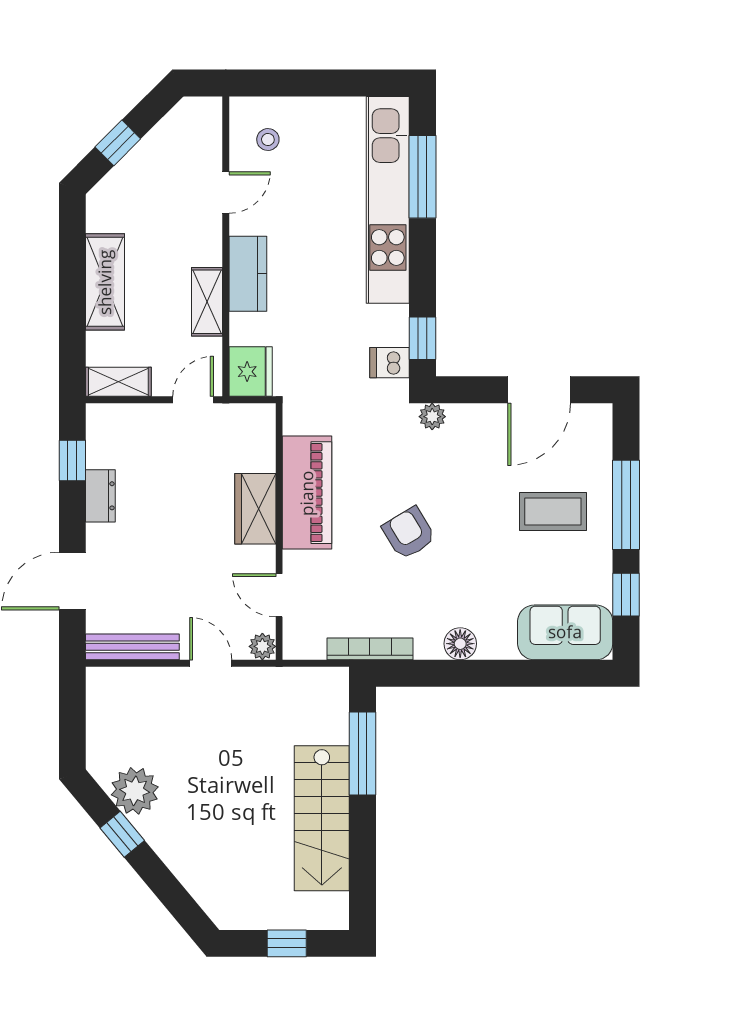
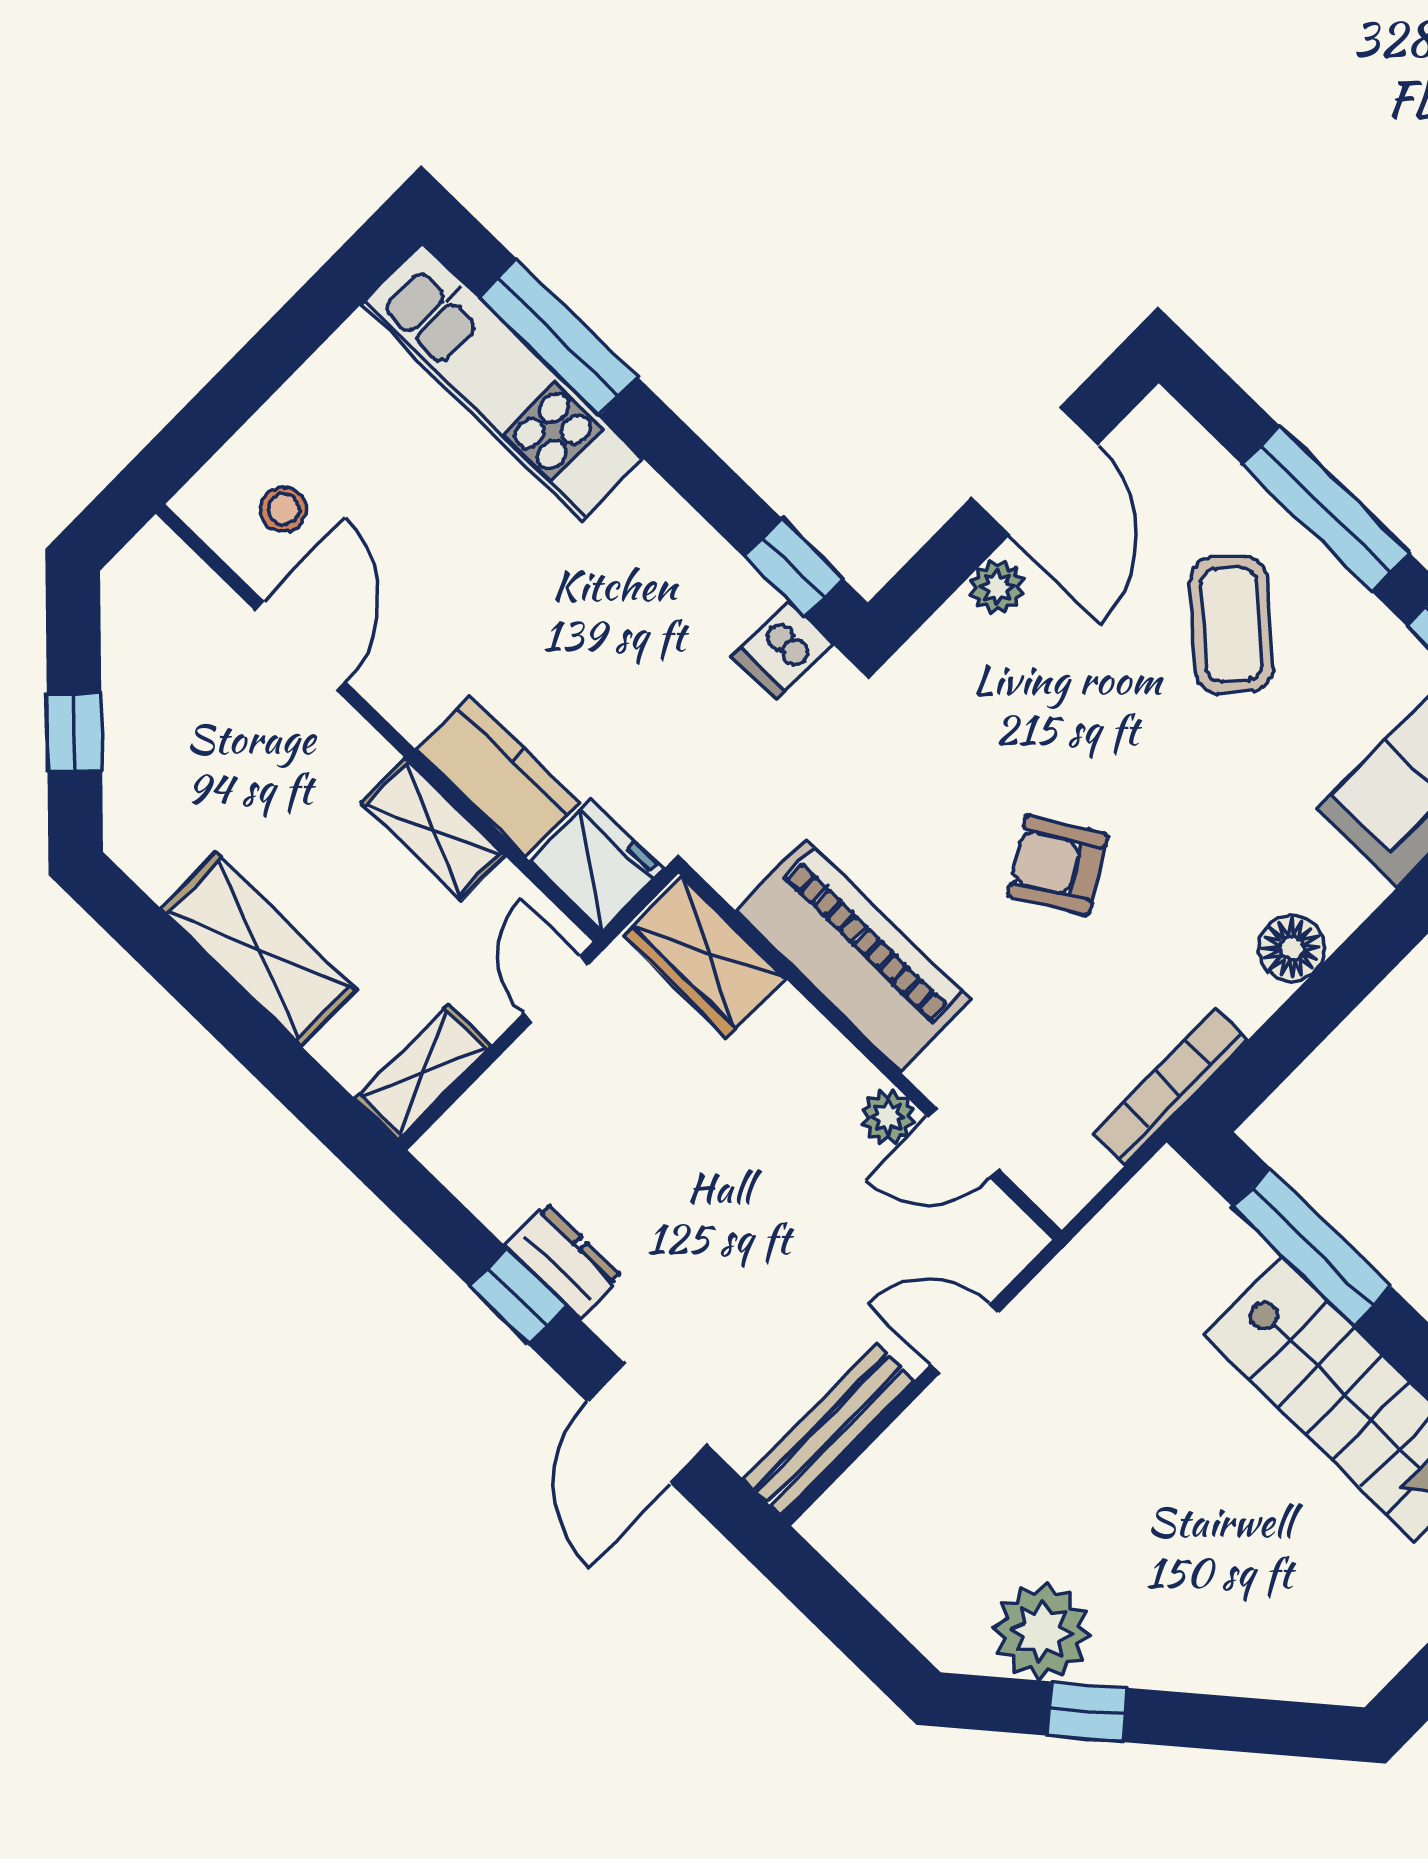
door: (226, 192) -> (300, 646), width x1.38
kitchen unit: (388, 200) -> (502, 381), width x0.73
kitchen counter: (248, 274) -> (498, 776), moved
plant: (432, 417) -> (997, 587), moved
window: (72, 460) -> (518, 1297), moved
wardrobe: (255, 509) -> (704, 957), moved
coffee table: (553, 512) -> (1231, 625), turned -48
plant: (262, 646) -> (888, 1117), moved

